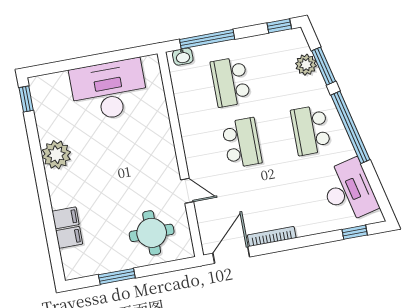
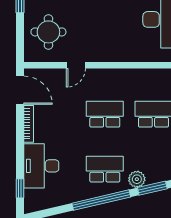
plant: (306, 65) -> (137, 179), moved
school desk: (242, 143) -> (105, 114), turned 180
desk: (349, 191) -> (41, 166), moved, turned 103

